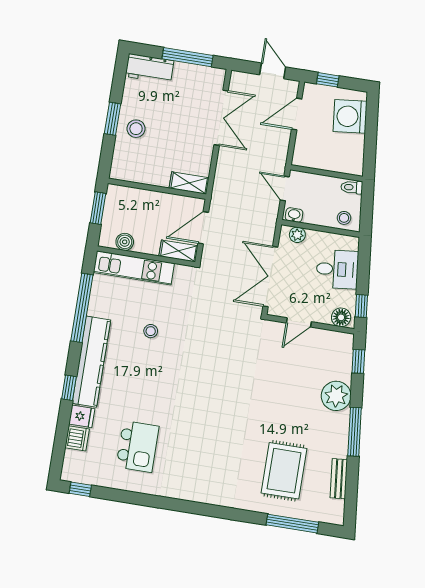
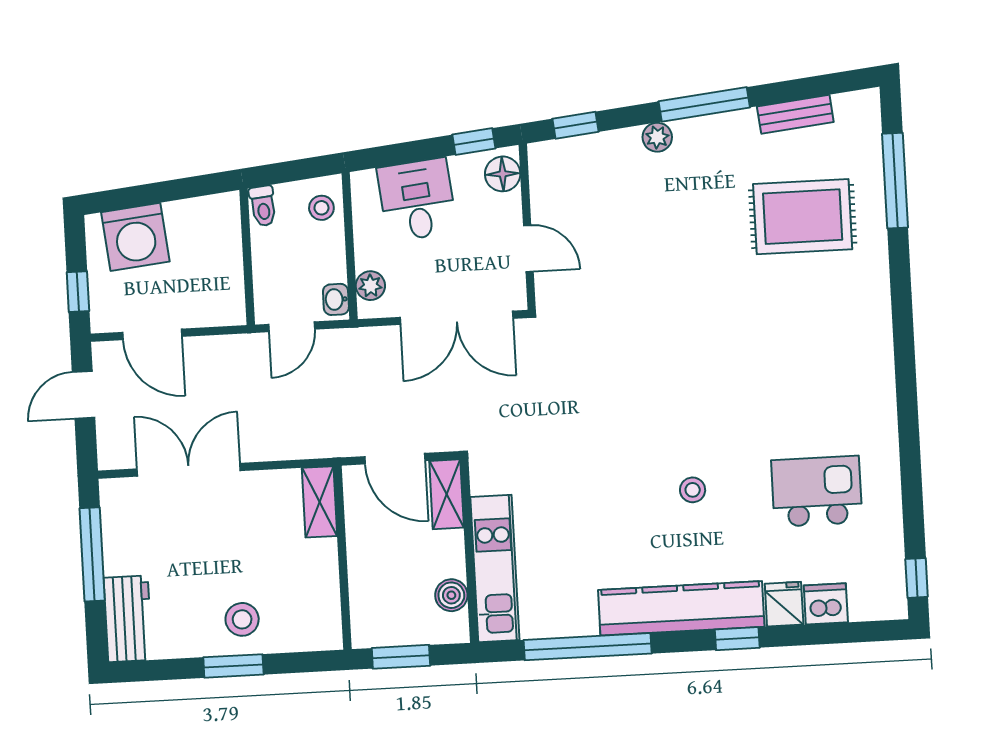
stool: (151, 331) -> (693, 490), moved
plant: (336, 396) -> (657, 137), width x0.53, depth x0.53

